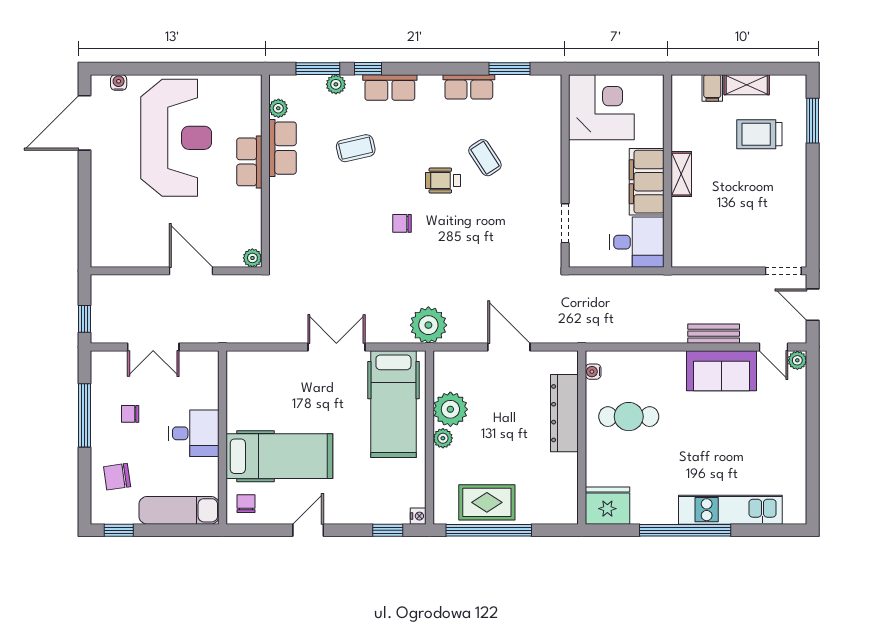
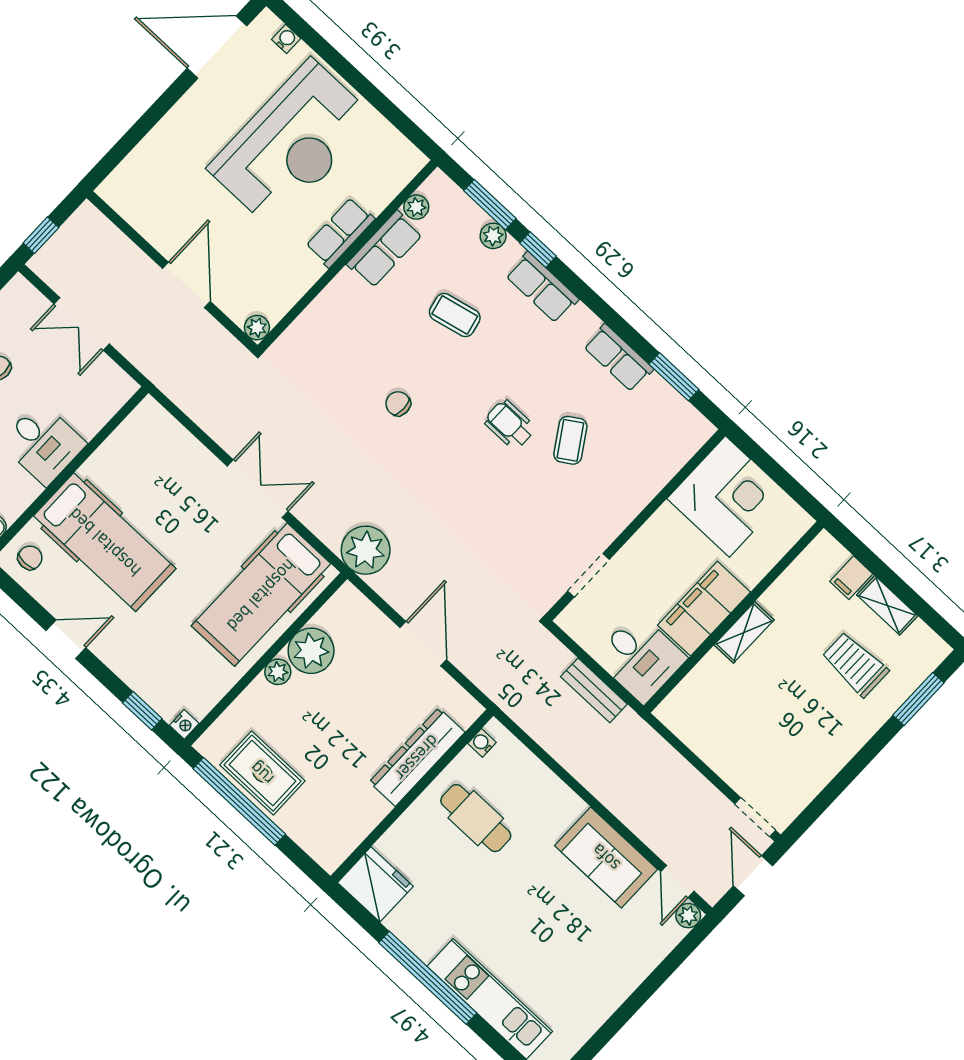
chair: (402, 223) -> (398, 404), moved
bench: (714, 334) -> (594, 690), moved

